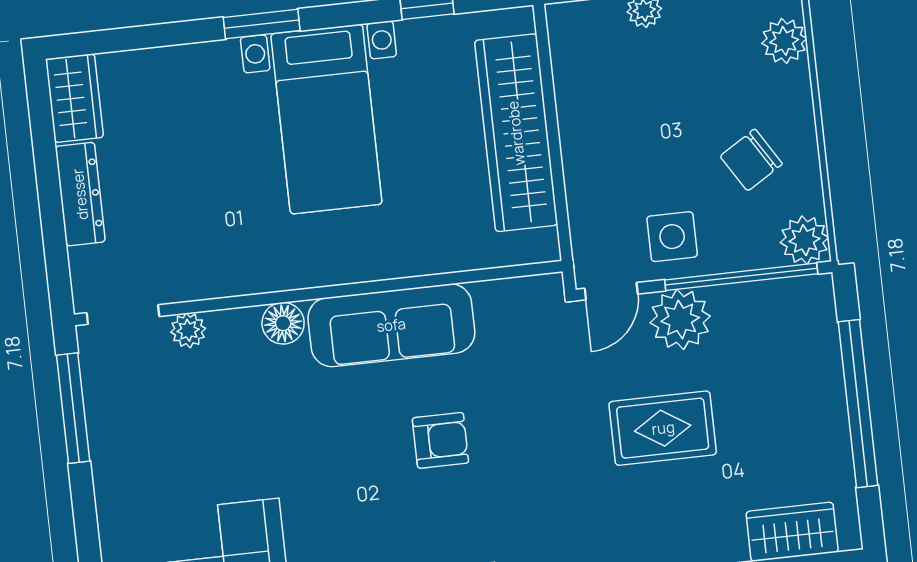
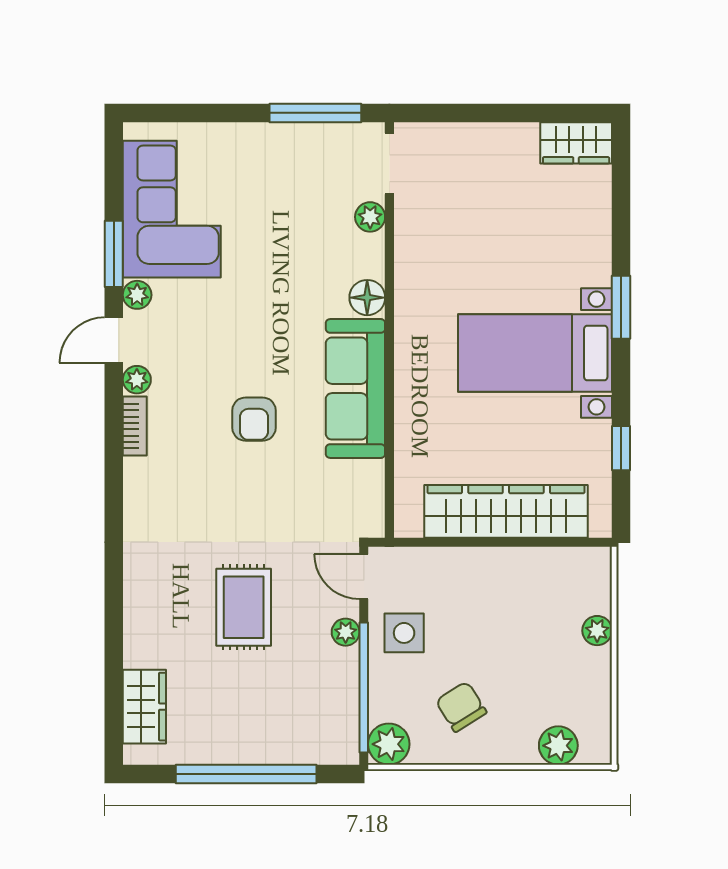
dresser: (80, 194) -> (495, 139), removed
plant: (680, 319) -> (346, 632), width x0.53, depth x0.53

